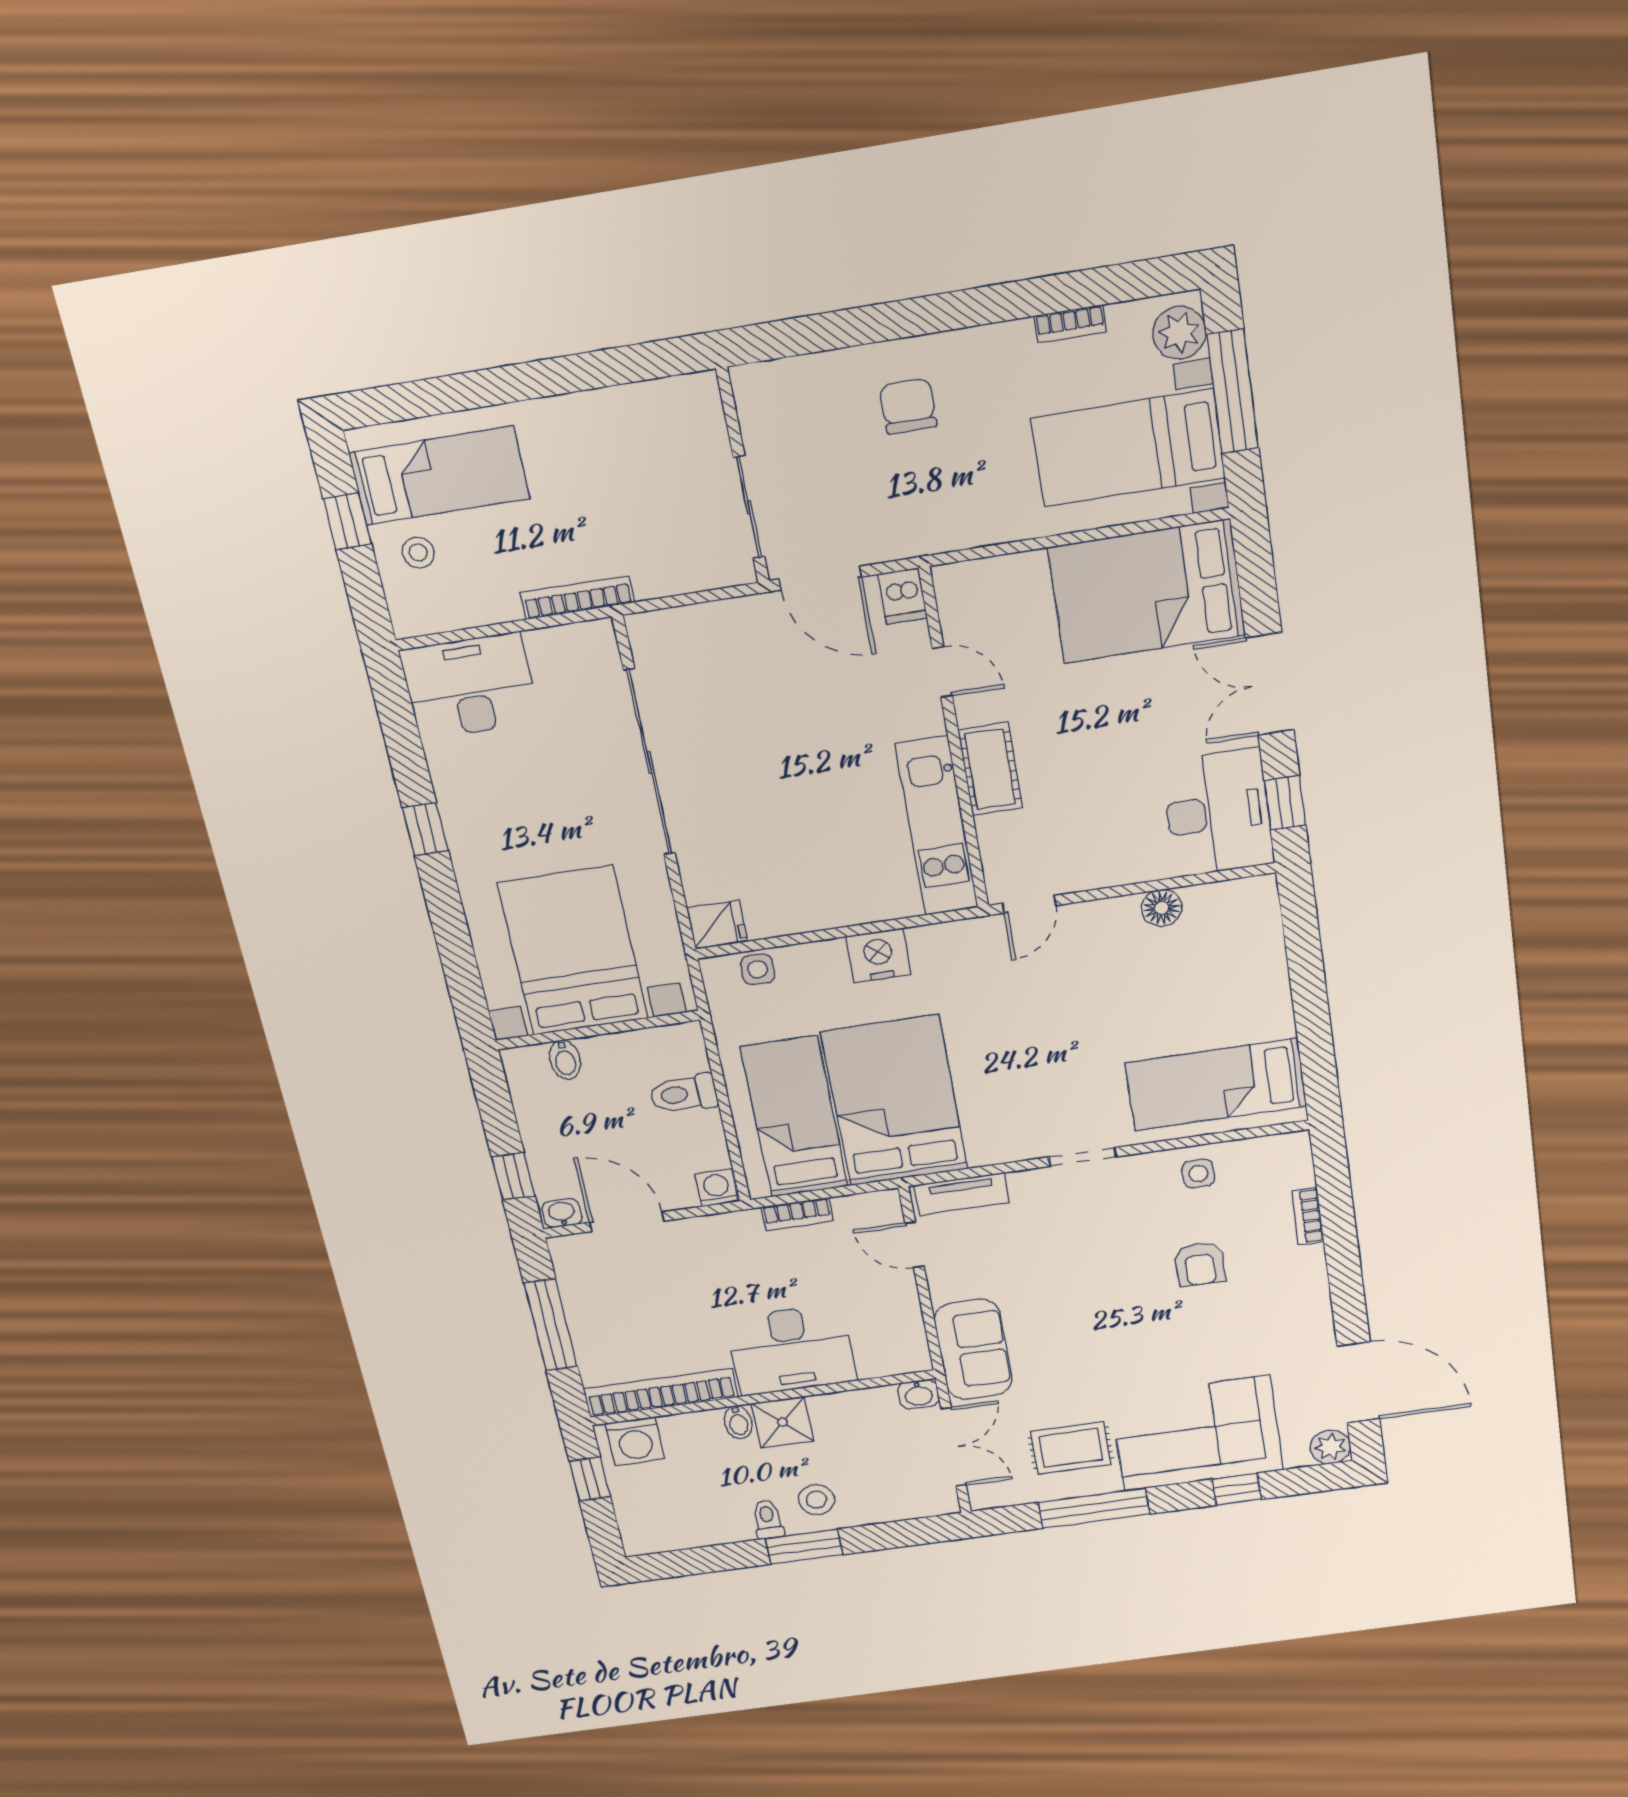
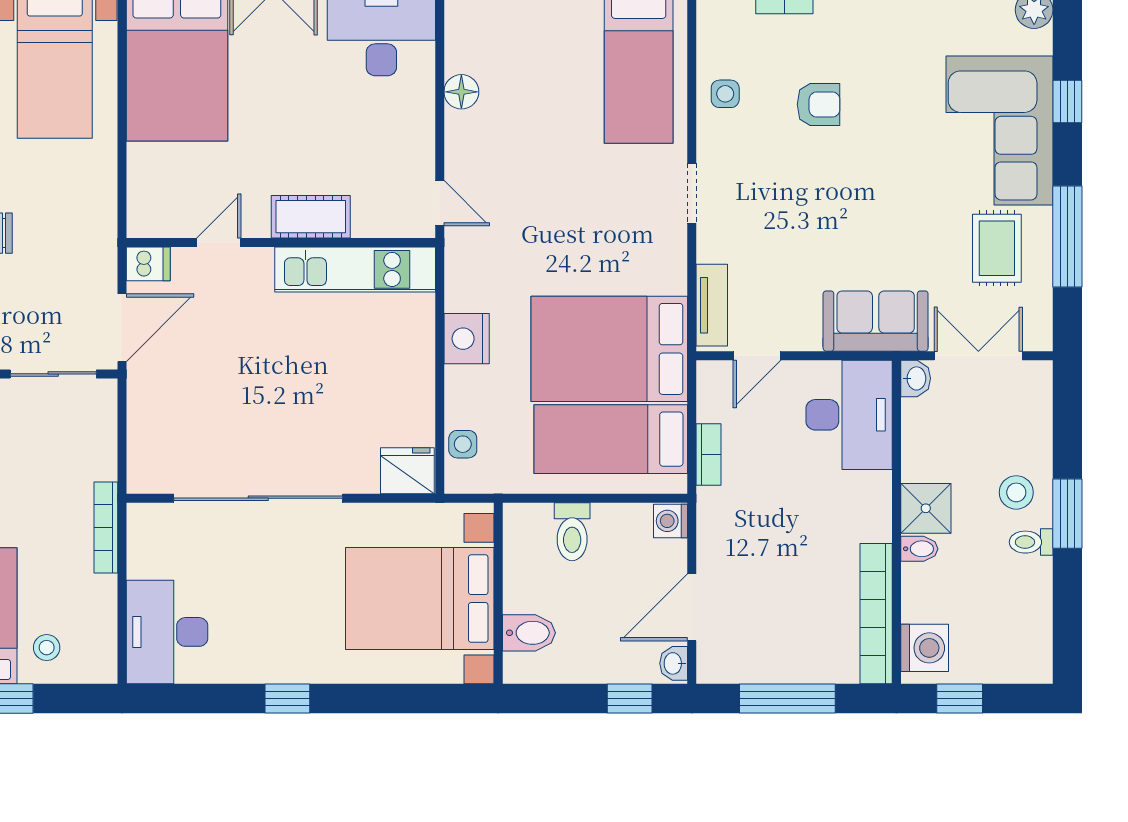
fridge: (717, 924) -> (407, 471), width x1.38
bidet: (565, 1060) -> (529, 633), width x1.38, depth x1.36
desk: (791, 1350) -> (849, 415), moved

